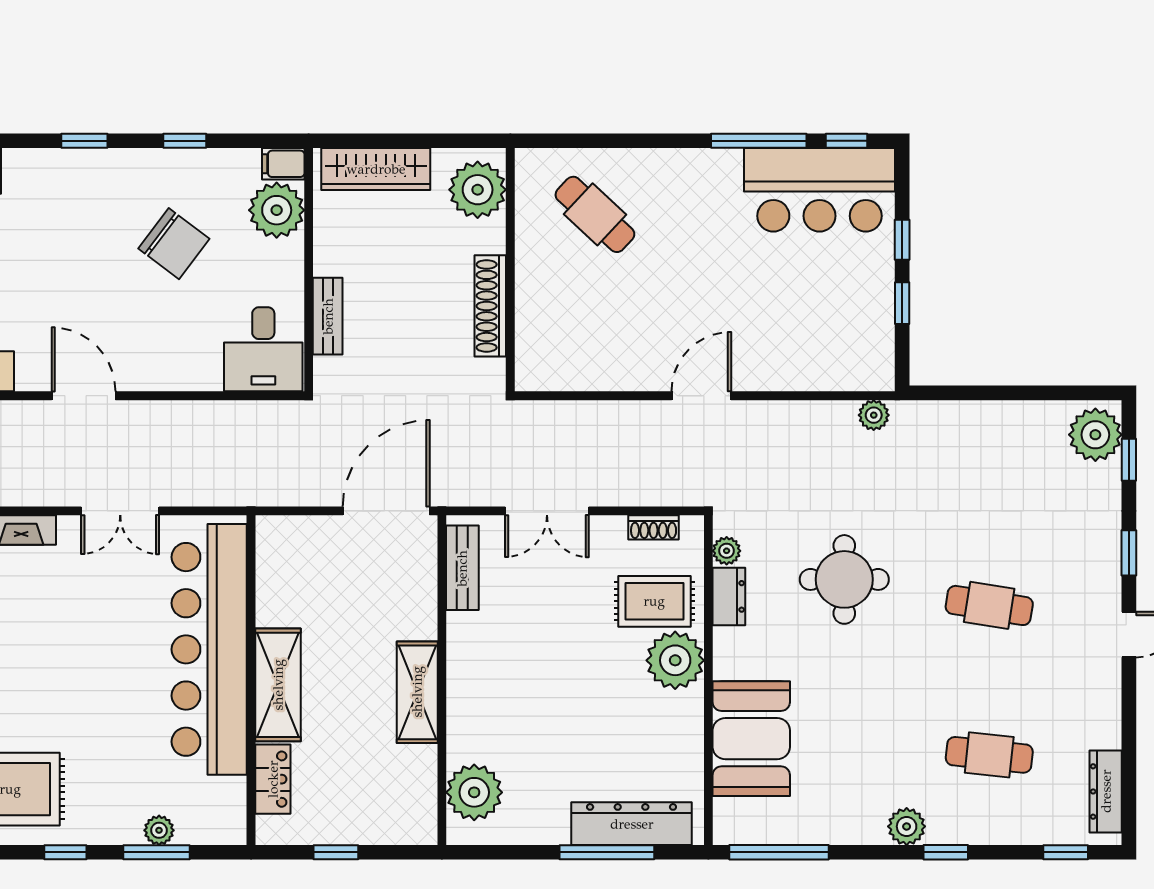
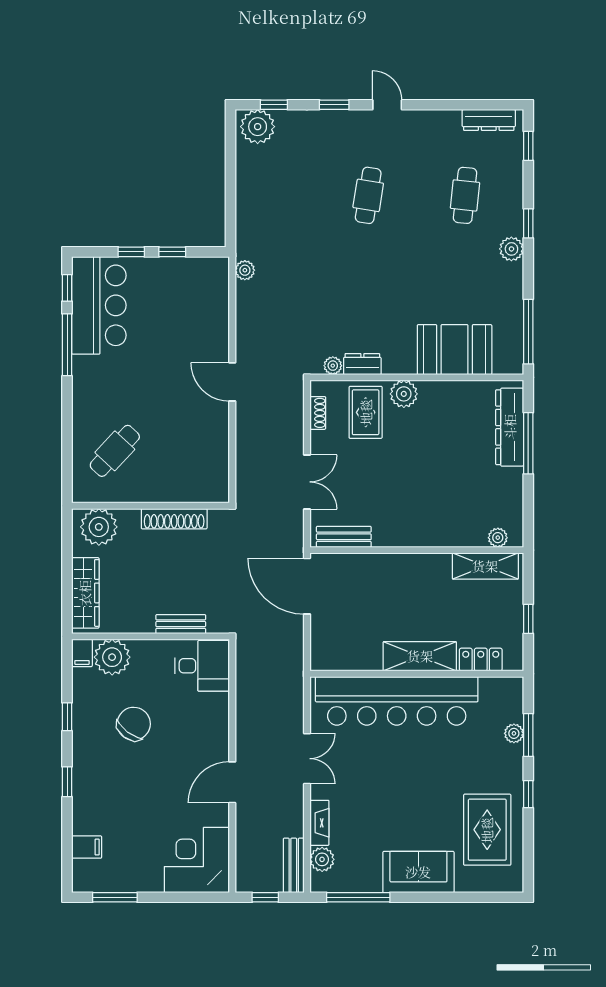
round table: (844, 579) -> (351, 289), removed
plant: (675, 660) -> (404, 394), width x0.73, depth x0.73
shelving: (417, 692) -> (485, 566), moved
plant: (474, 792) -> (498, 538), width x0.53, depth x0.53

